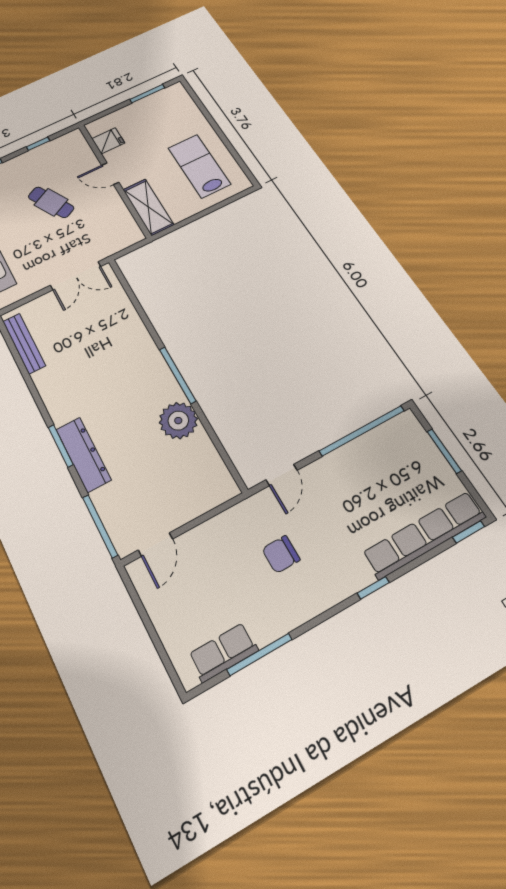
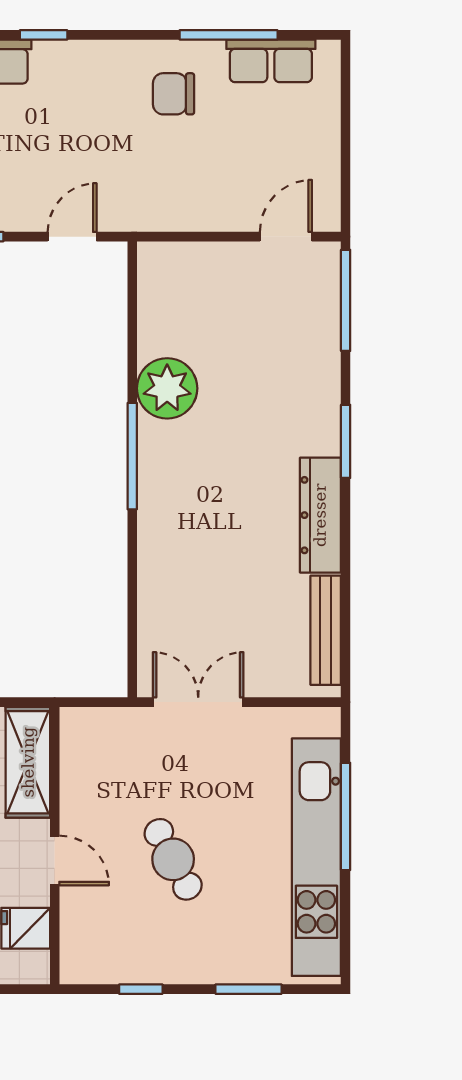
dresser: (83, 454) -> (320, 515), moved
chair: (281, 554) -> (174, 94), moved, turned 180

